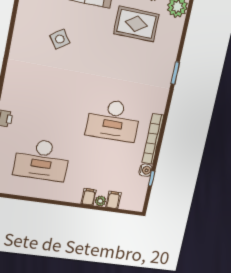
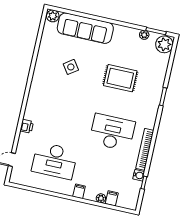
rug: (136, 24) -> (120, 78), moved
desk: (113, 120) -> (112, 132), turned 180
filing cabinet: (89, 197) -> (79, 191), moved

